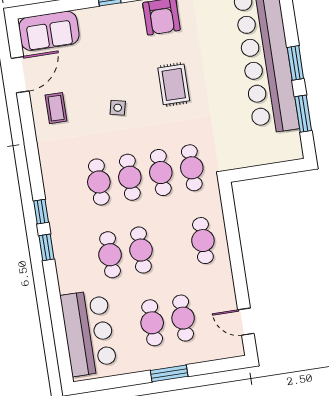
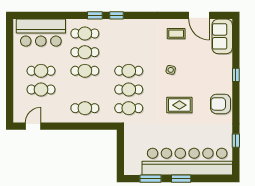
cafe table: (99, 182) -> (85, 33), moved
window: (169, 373) -> (10, 76), removed

